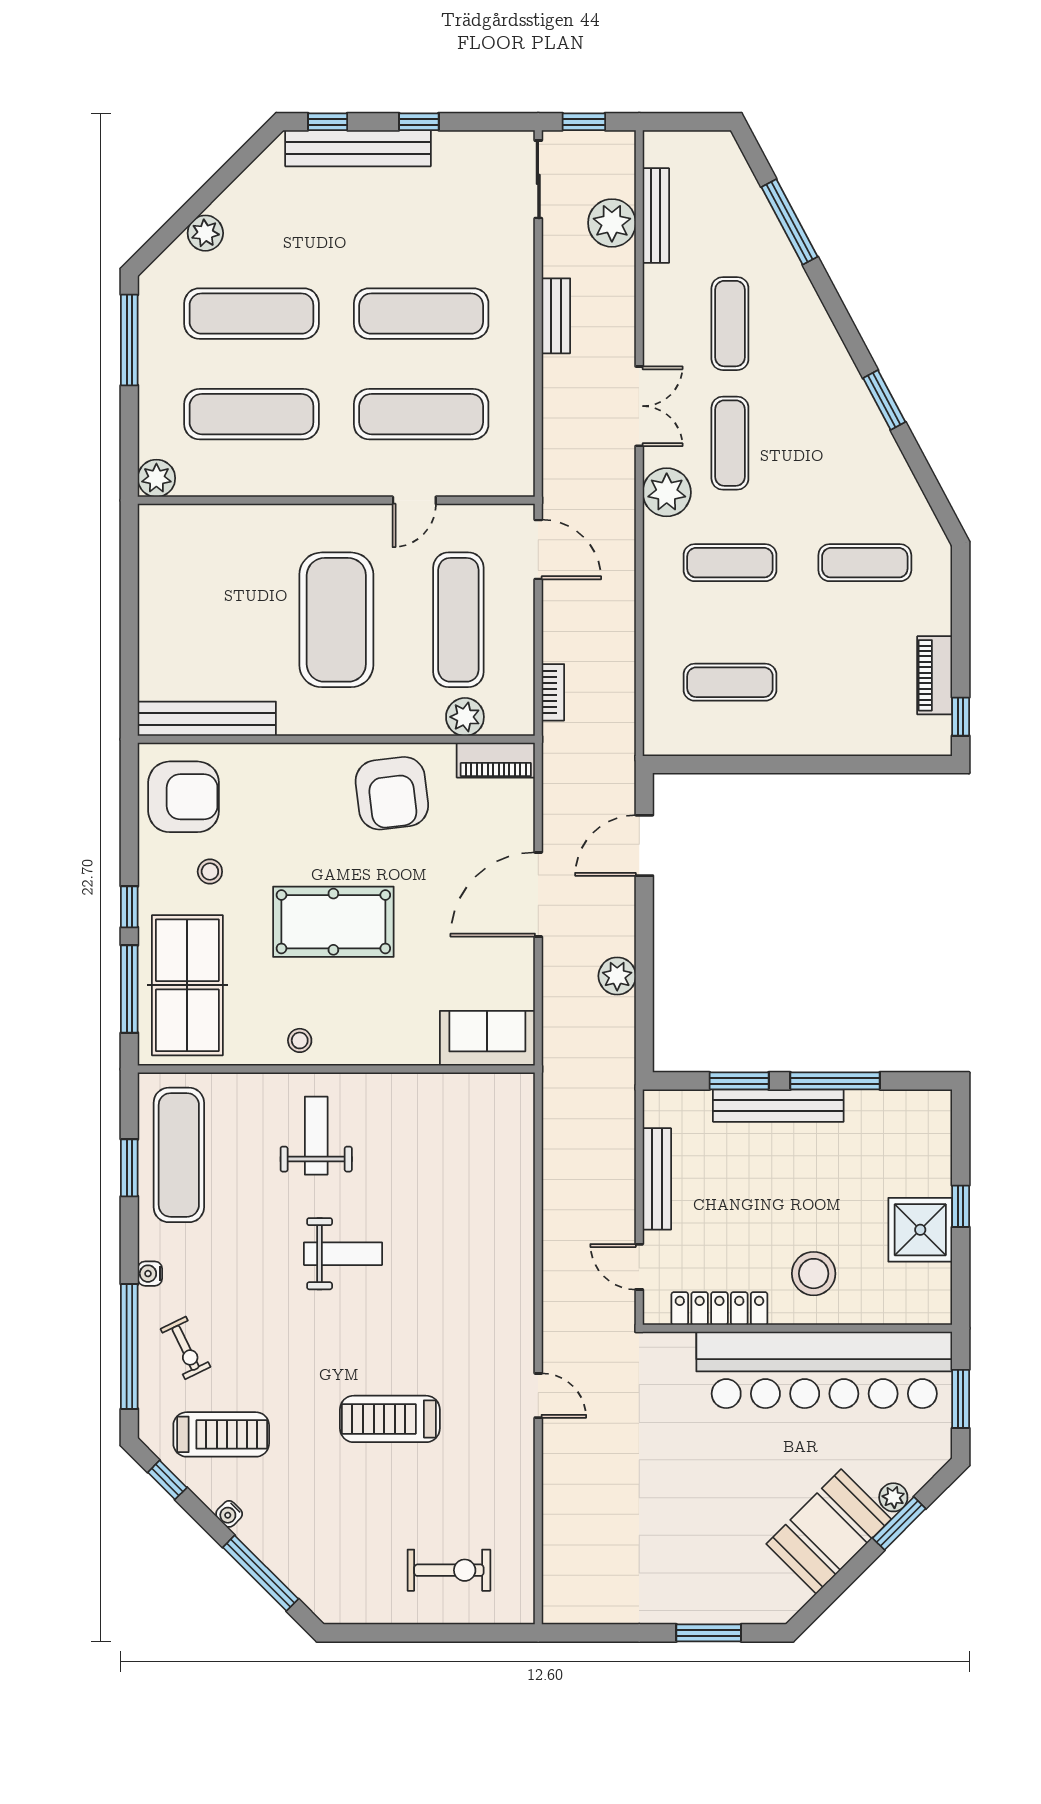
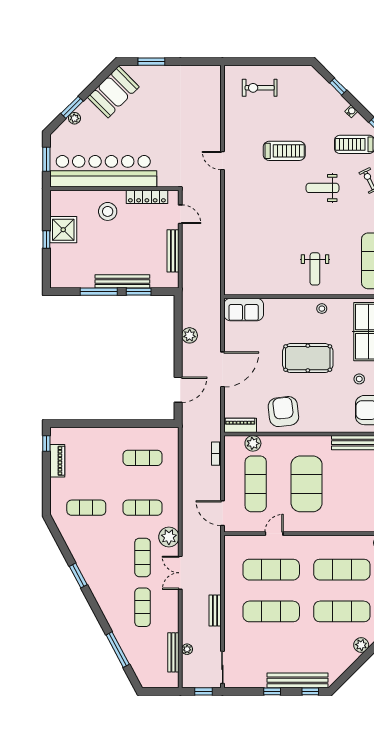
plant: (612, 223) -> (187, 649), width x0.53, depth x0.53
weight bench: (343, 1254) -> (322, 188), moved
booth: (829, 1532) -> (113, 92), moved
window: (261, 1573) -> (338, 87), width x0.46

